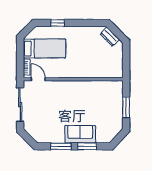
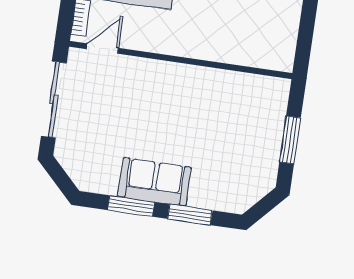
door: (38, 79) -> (102, 48), hinge flipped
sofa: (80, 134) -> (155, 182), moved

